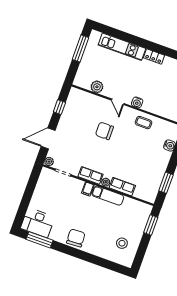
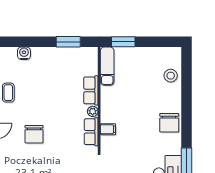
exam couch: (108, 196) -> (107, 66), moved
chair: (76, 238) -> (169, 123), turned -87
stool: (122, 243) -> (171, 76), moved

